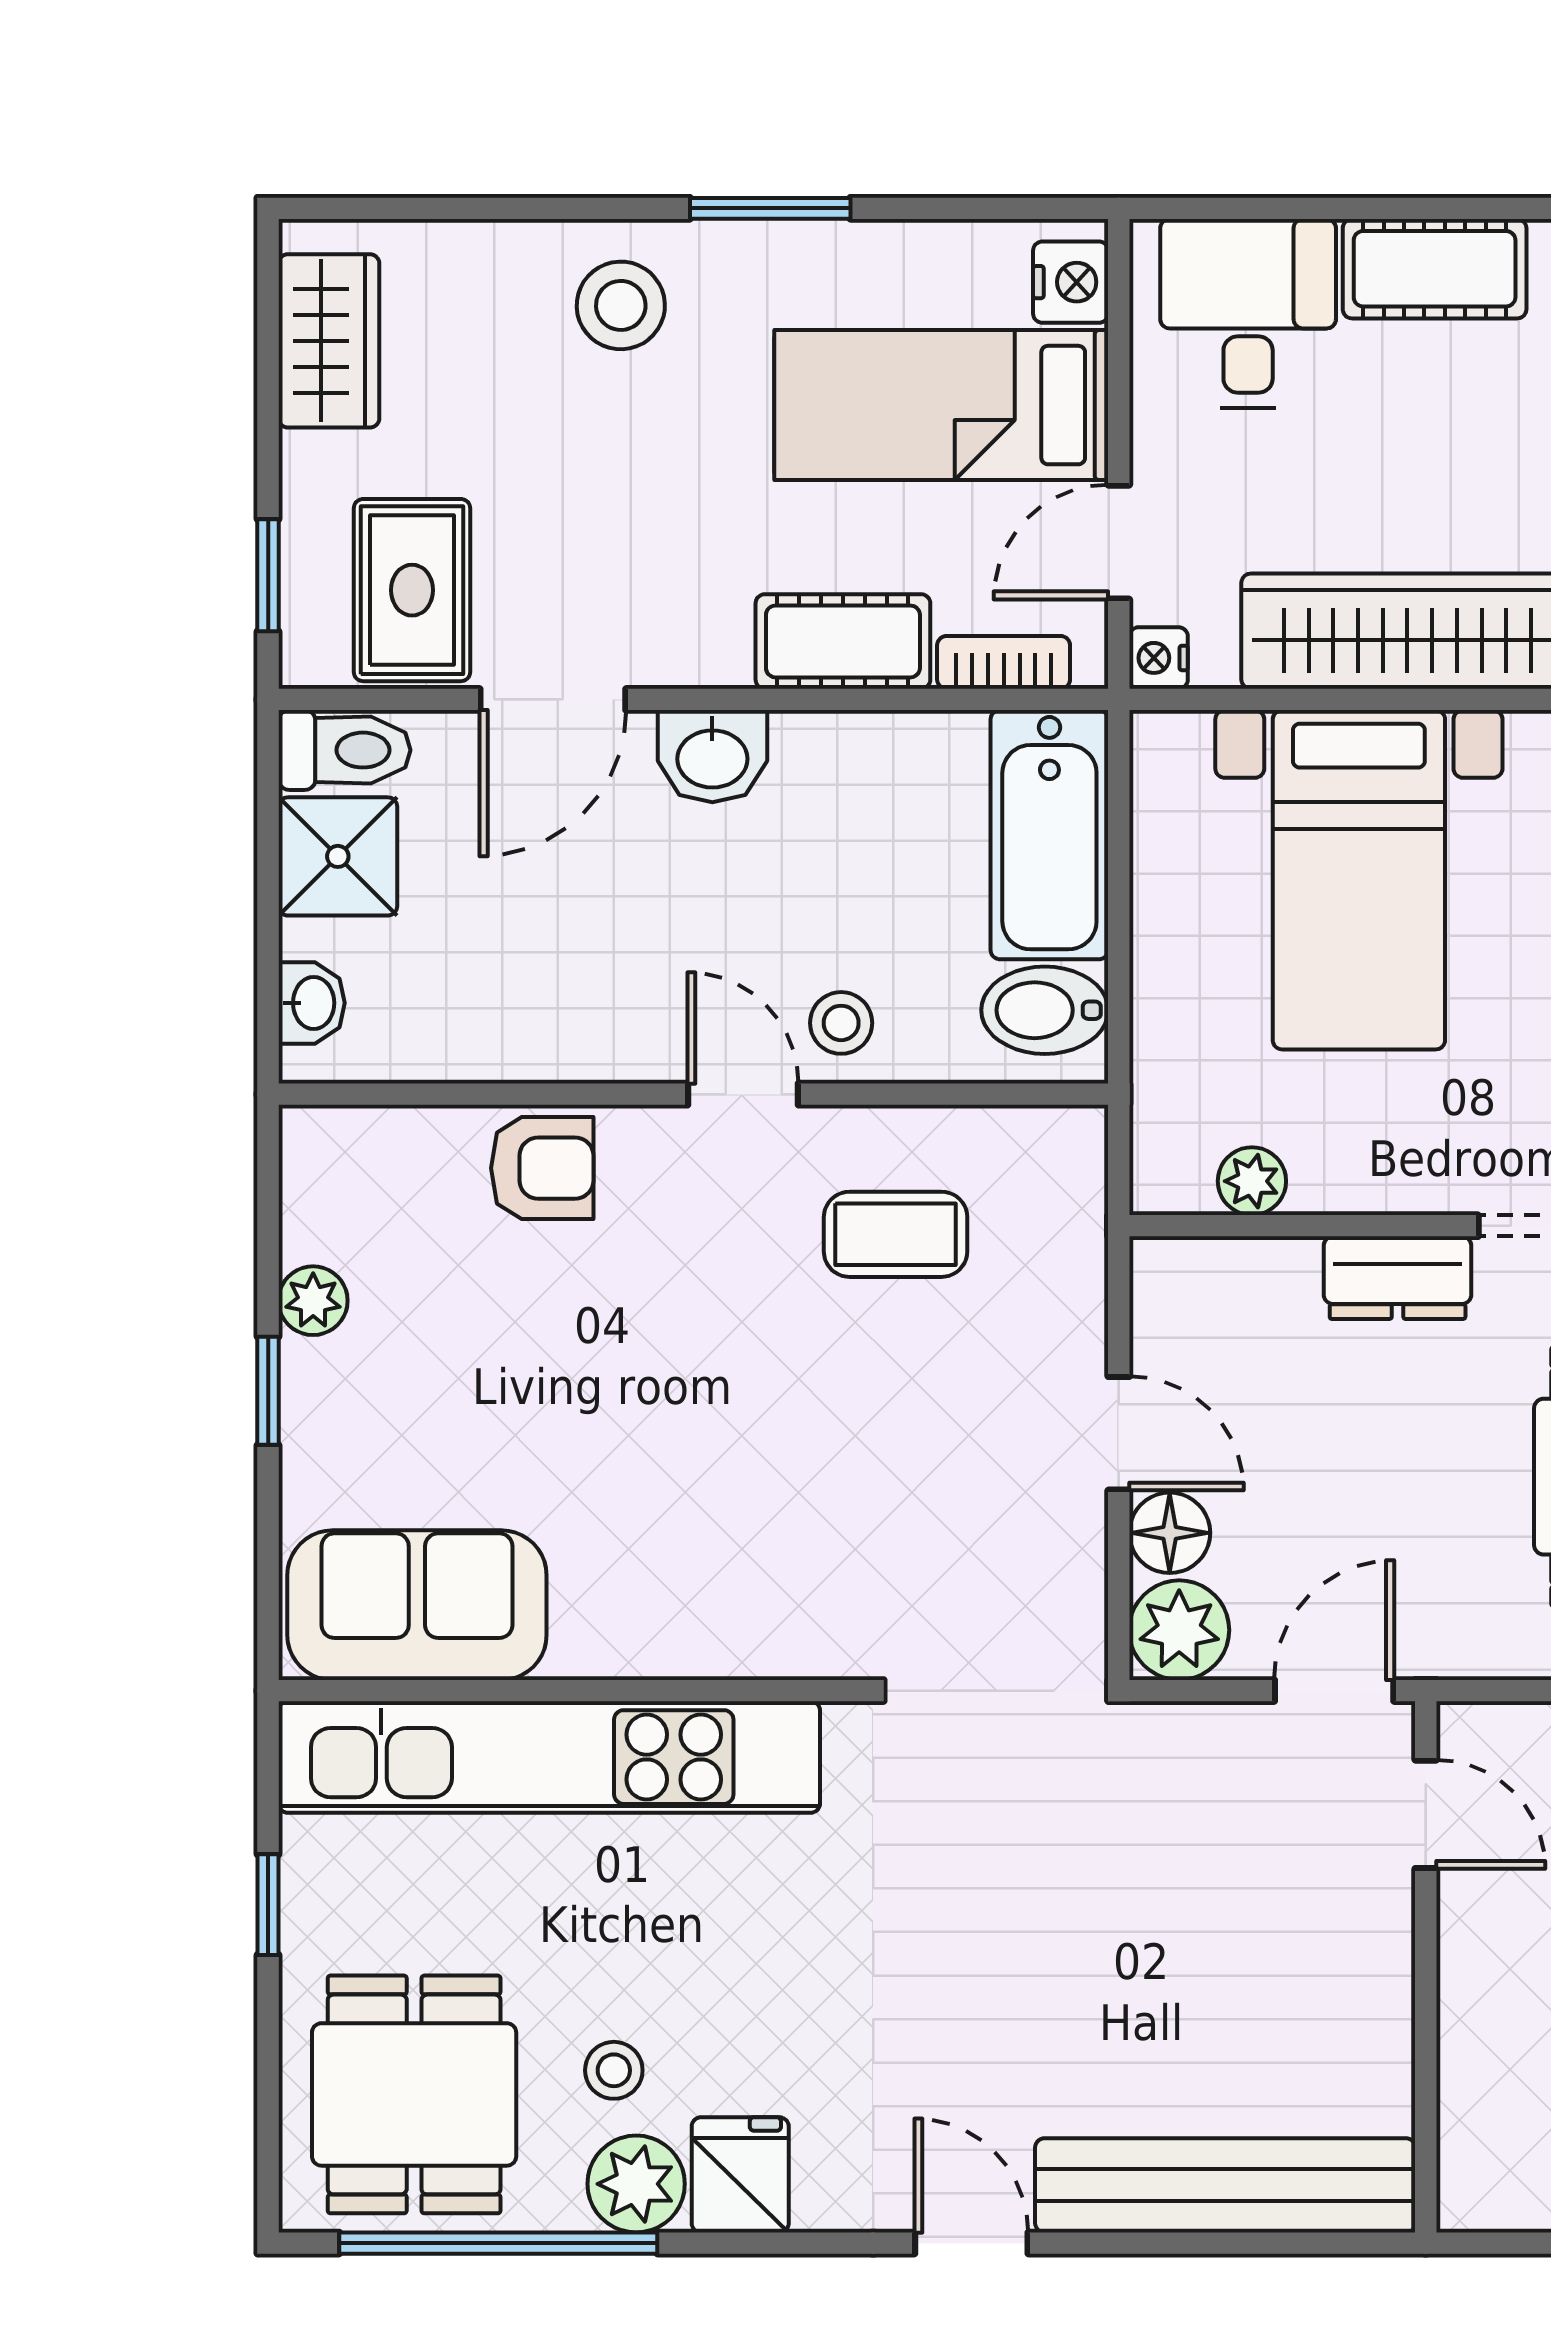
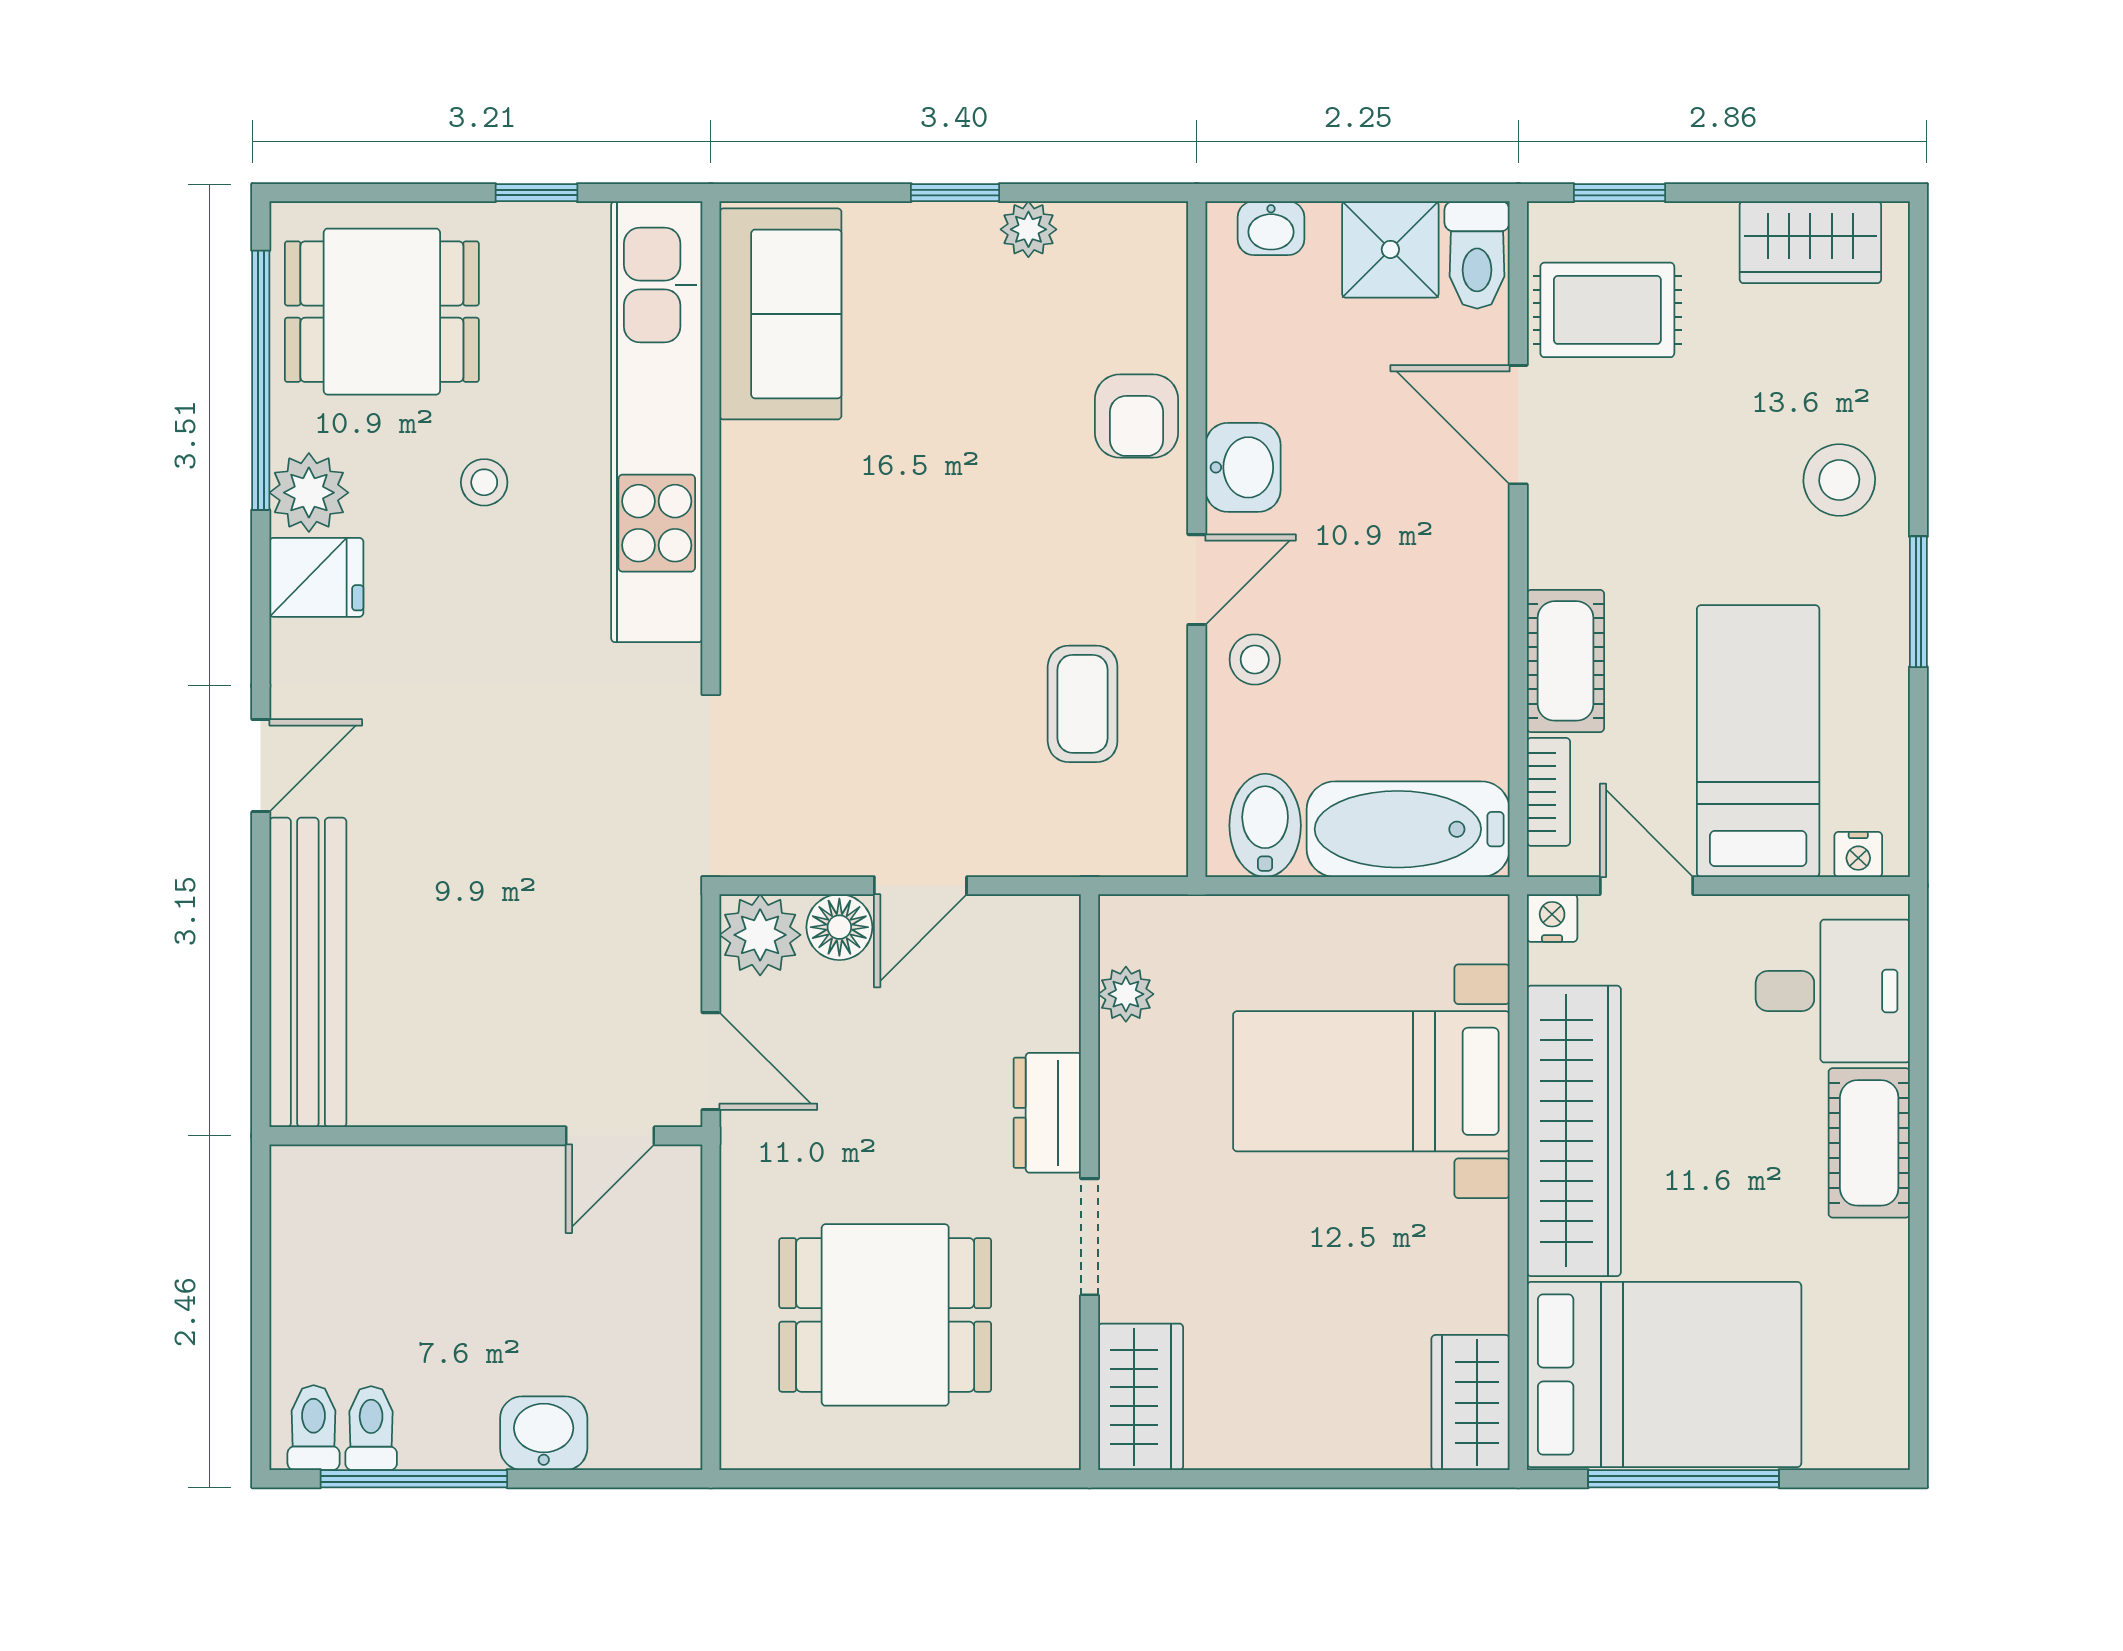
nightstand: (1071, 282) -> (1858, 854), width x0.72, depth x0.74
washbasin: (712, 756) -> (1243, 467), moved, turned 180
stool: (614, 2070) -> (484, 482), moved

